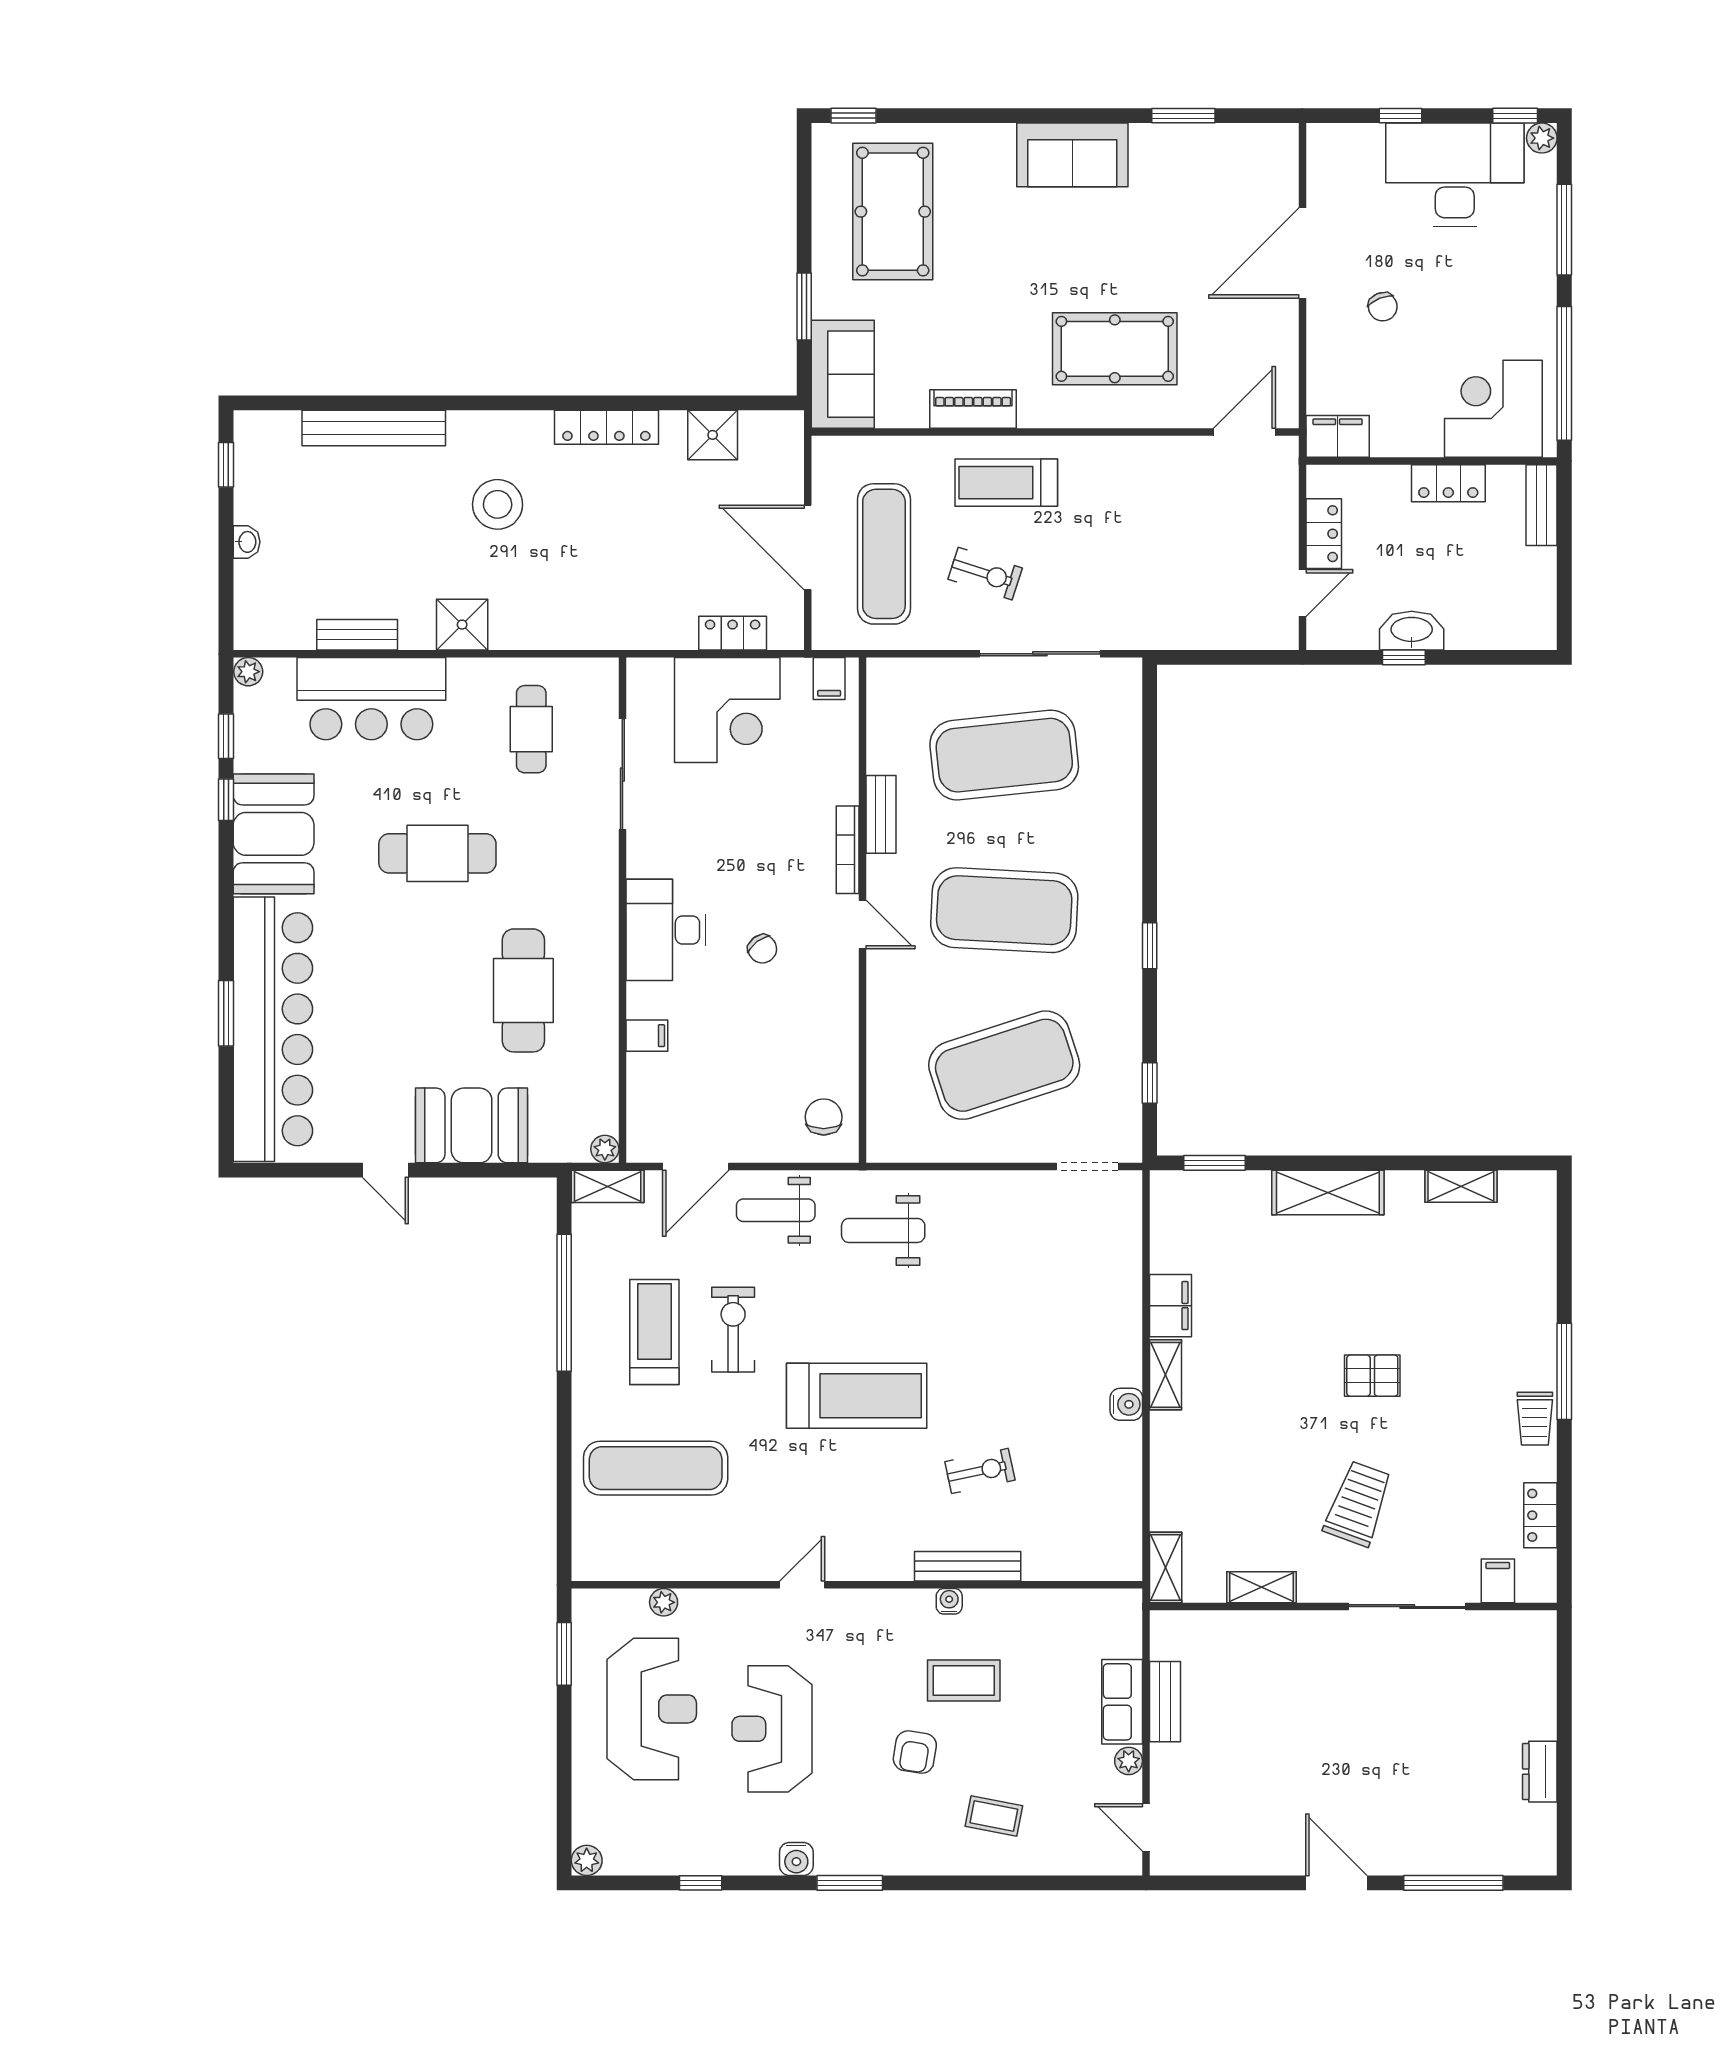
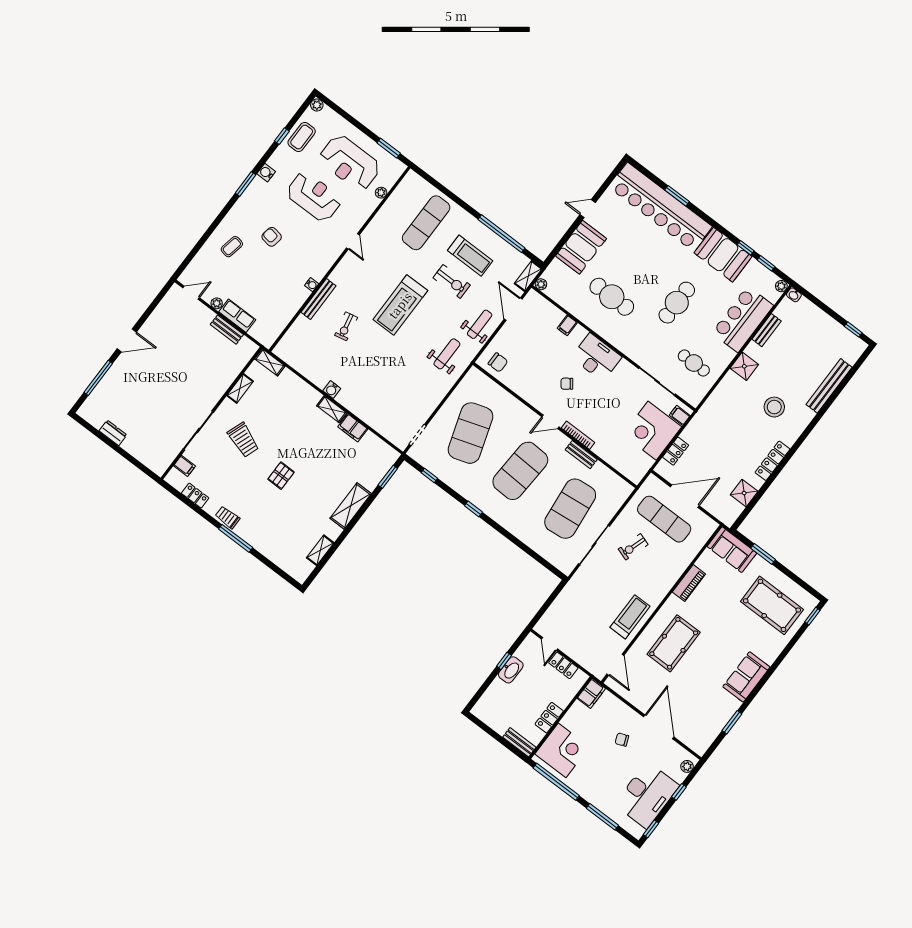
plant: (1542, 138) -> (687, 766), moved
treadmill: (1006, 483) -> (630, 617), moved
washbasin: (247, 542) -> (794, 295), moved
filing cabinet: (829, 679) -> (680, 415), moved
coffee table: (964, 1681) -> (302, 137), moved

